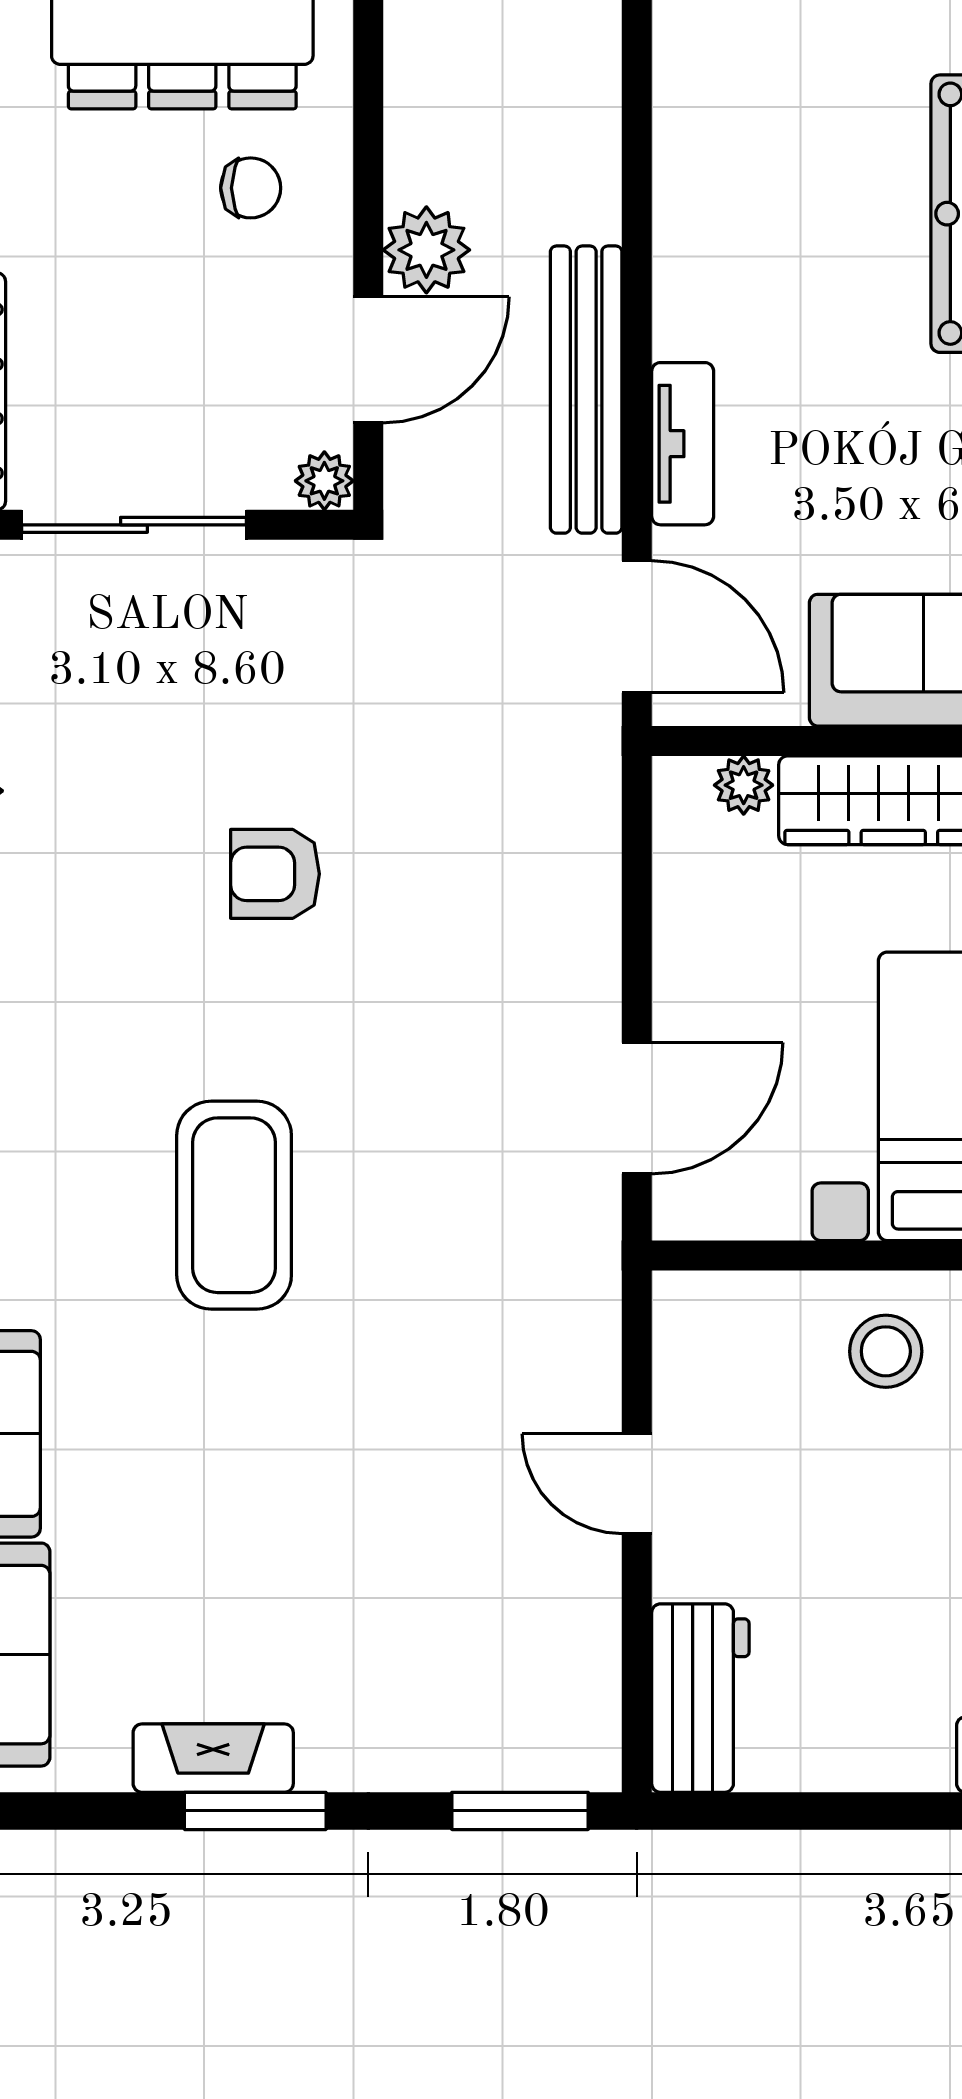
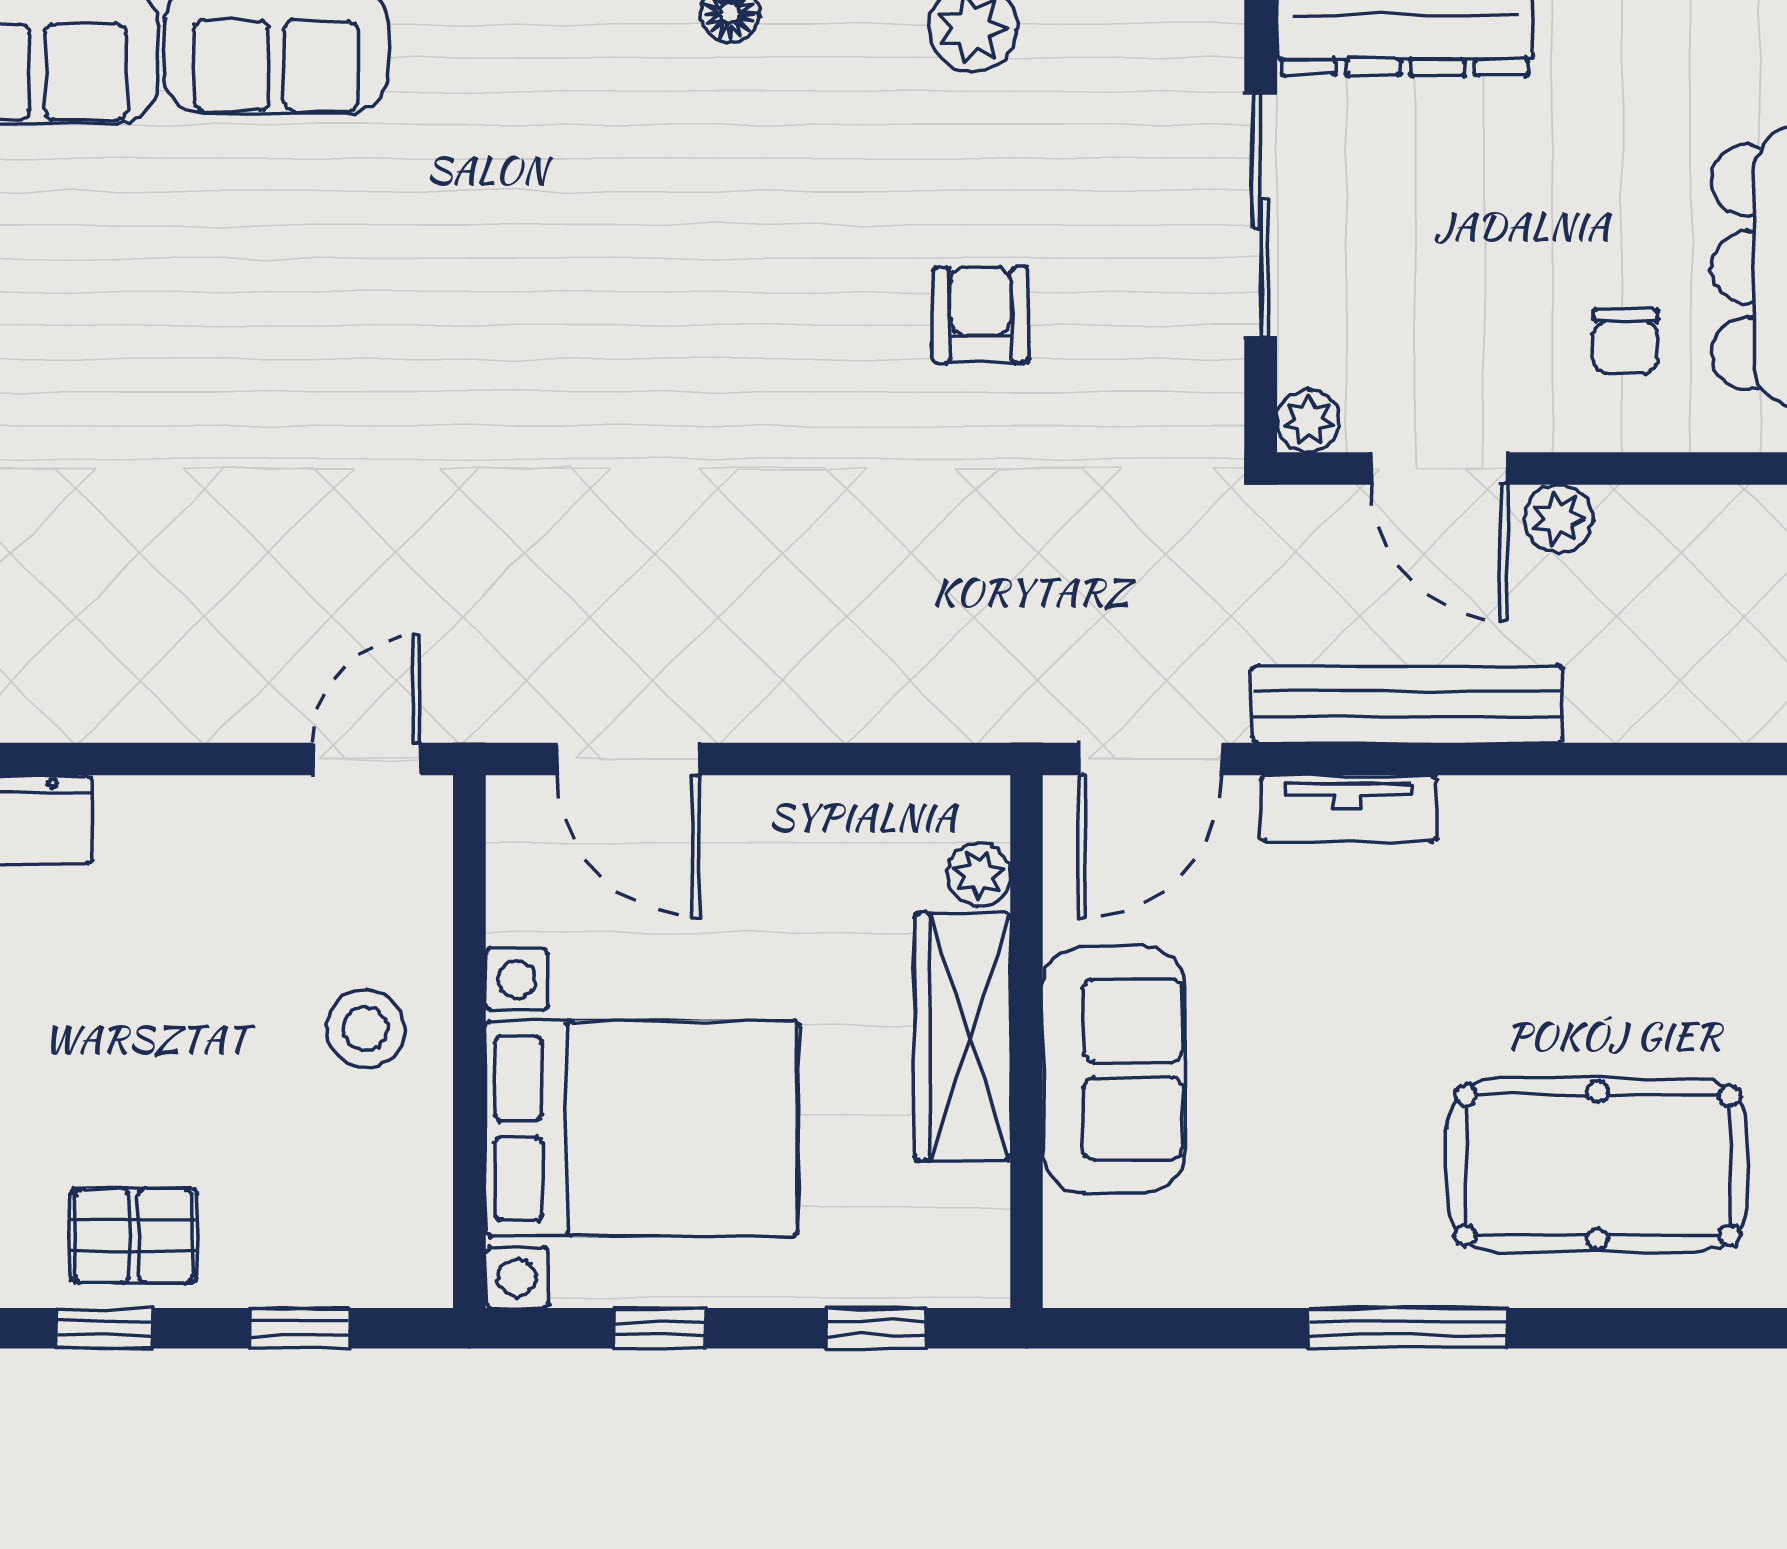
plant: (426, 250) -> (1558, 519), width x0.73, depth x0.73
armchair: (275, 874) -> (981, 315), moved
coffee table: (234, 1205) -> (524, 323), removed
door: (637, 1484) -> (367, 759), moved

